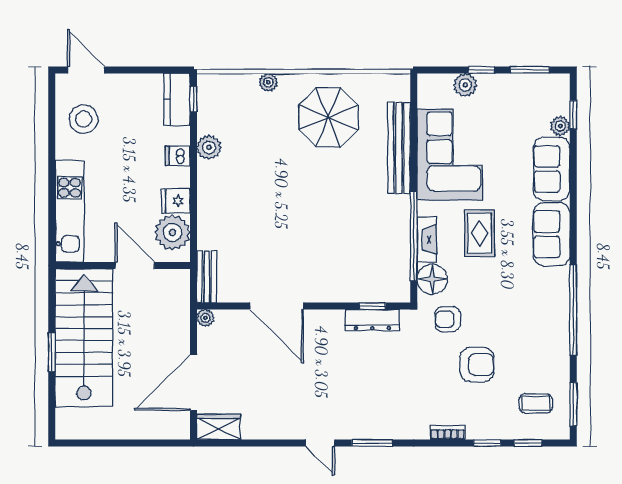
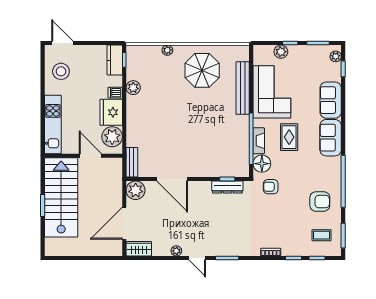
plant: (560, 126) -> (336, 56), moved
fridge: (176, 201) -> (111, 112), width x1.88, depth x1.34
plant: (205, 318) -> (136, 190), width x1.87, depth x1.87
armchair: (477, 365) -> (320, 202), moved
plant: (284, 431) -> (176, 251), added

